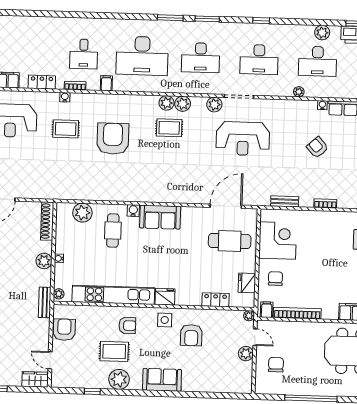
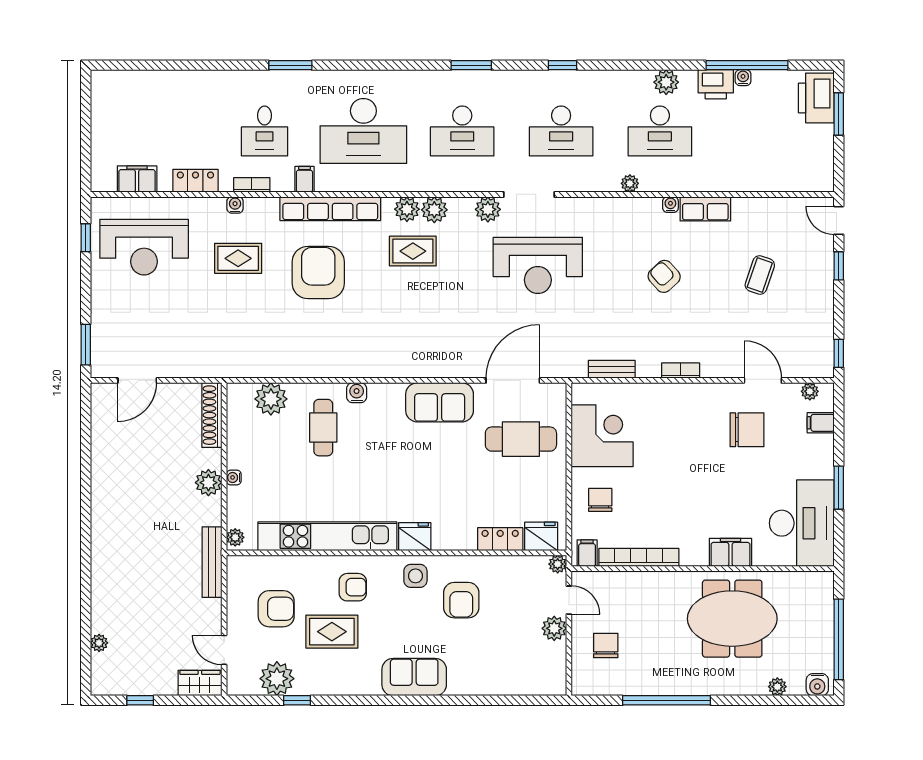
window: (170, 18) -> (290, 65), moved
row of seats: (121, 101) -> (330, 209), added
sofa: (160, 217) -> (440, 402), moved
fridge: (247, 283) -> (541, 536), moved, turned 90
bench: (45, 302) -> (212, 562), width x1.36
armchair: (64, 330) -> (276, 609), moved, turned 90
plant: (119, 379) -> (277, 679), moved

